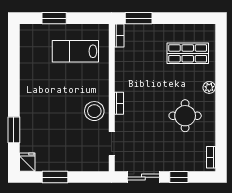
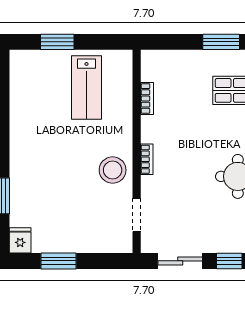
window: (139, 18) -> (221, 42), moved
bookcase: (119, 36) -> (147, 98), moved
lab bench: (75, 51) -> (86, 88), turned -90

